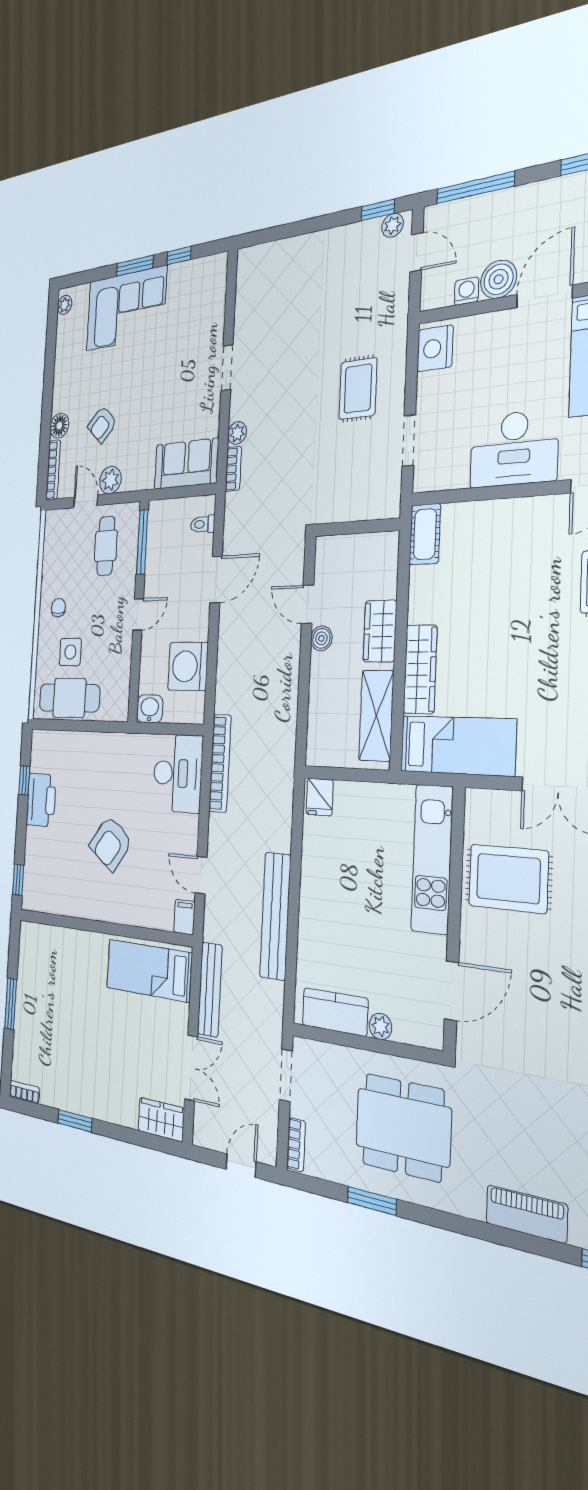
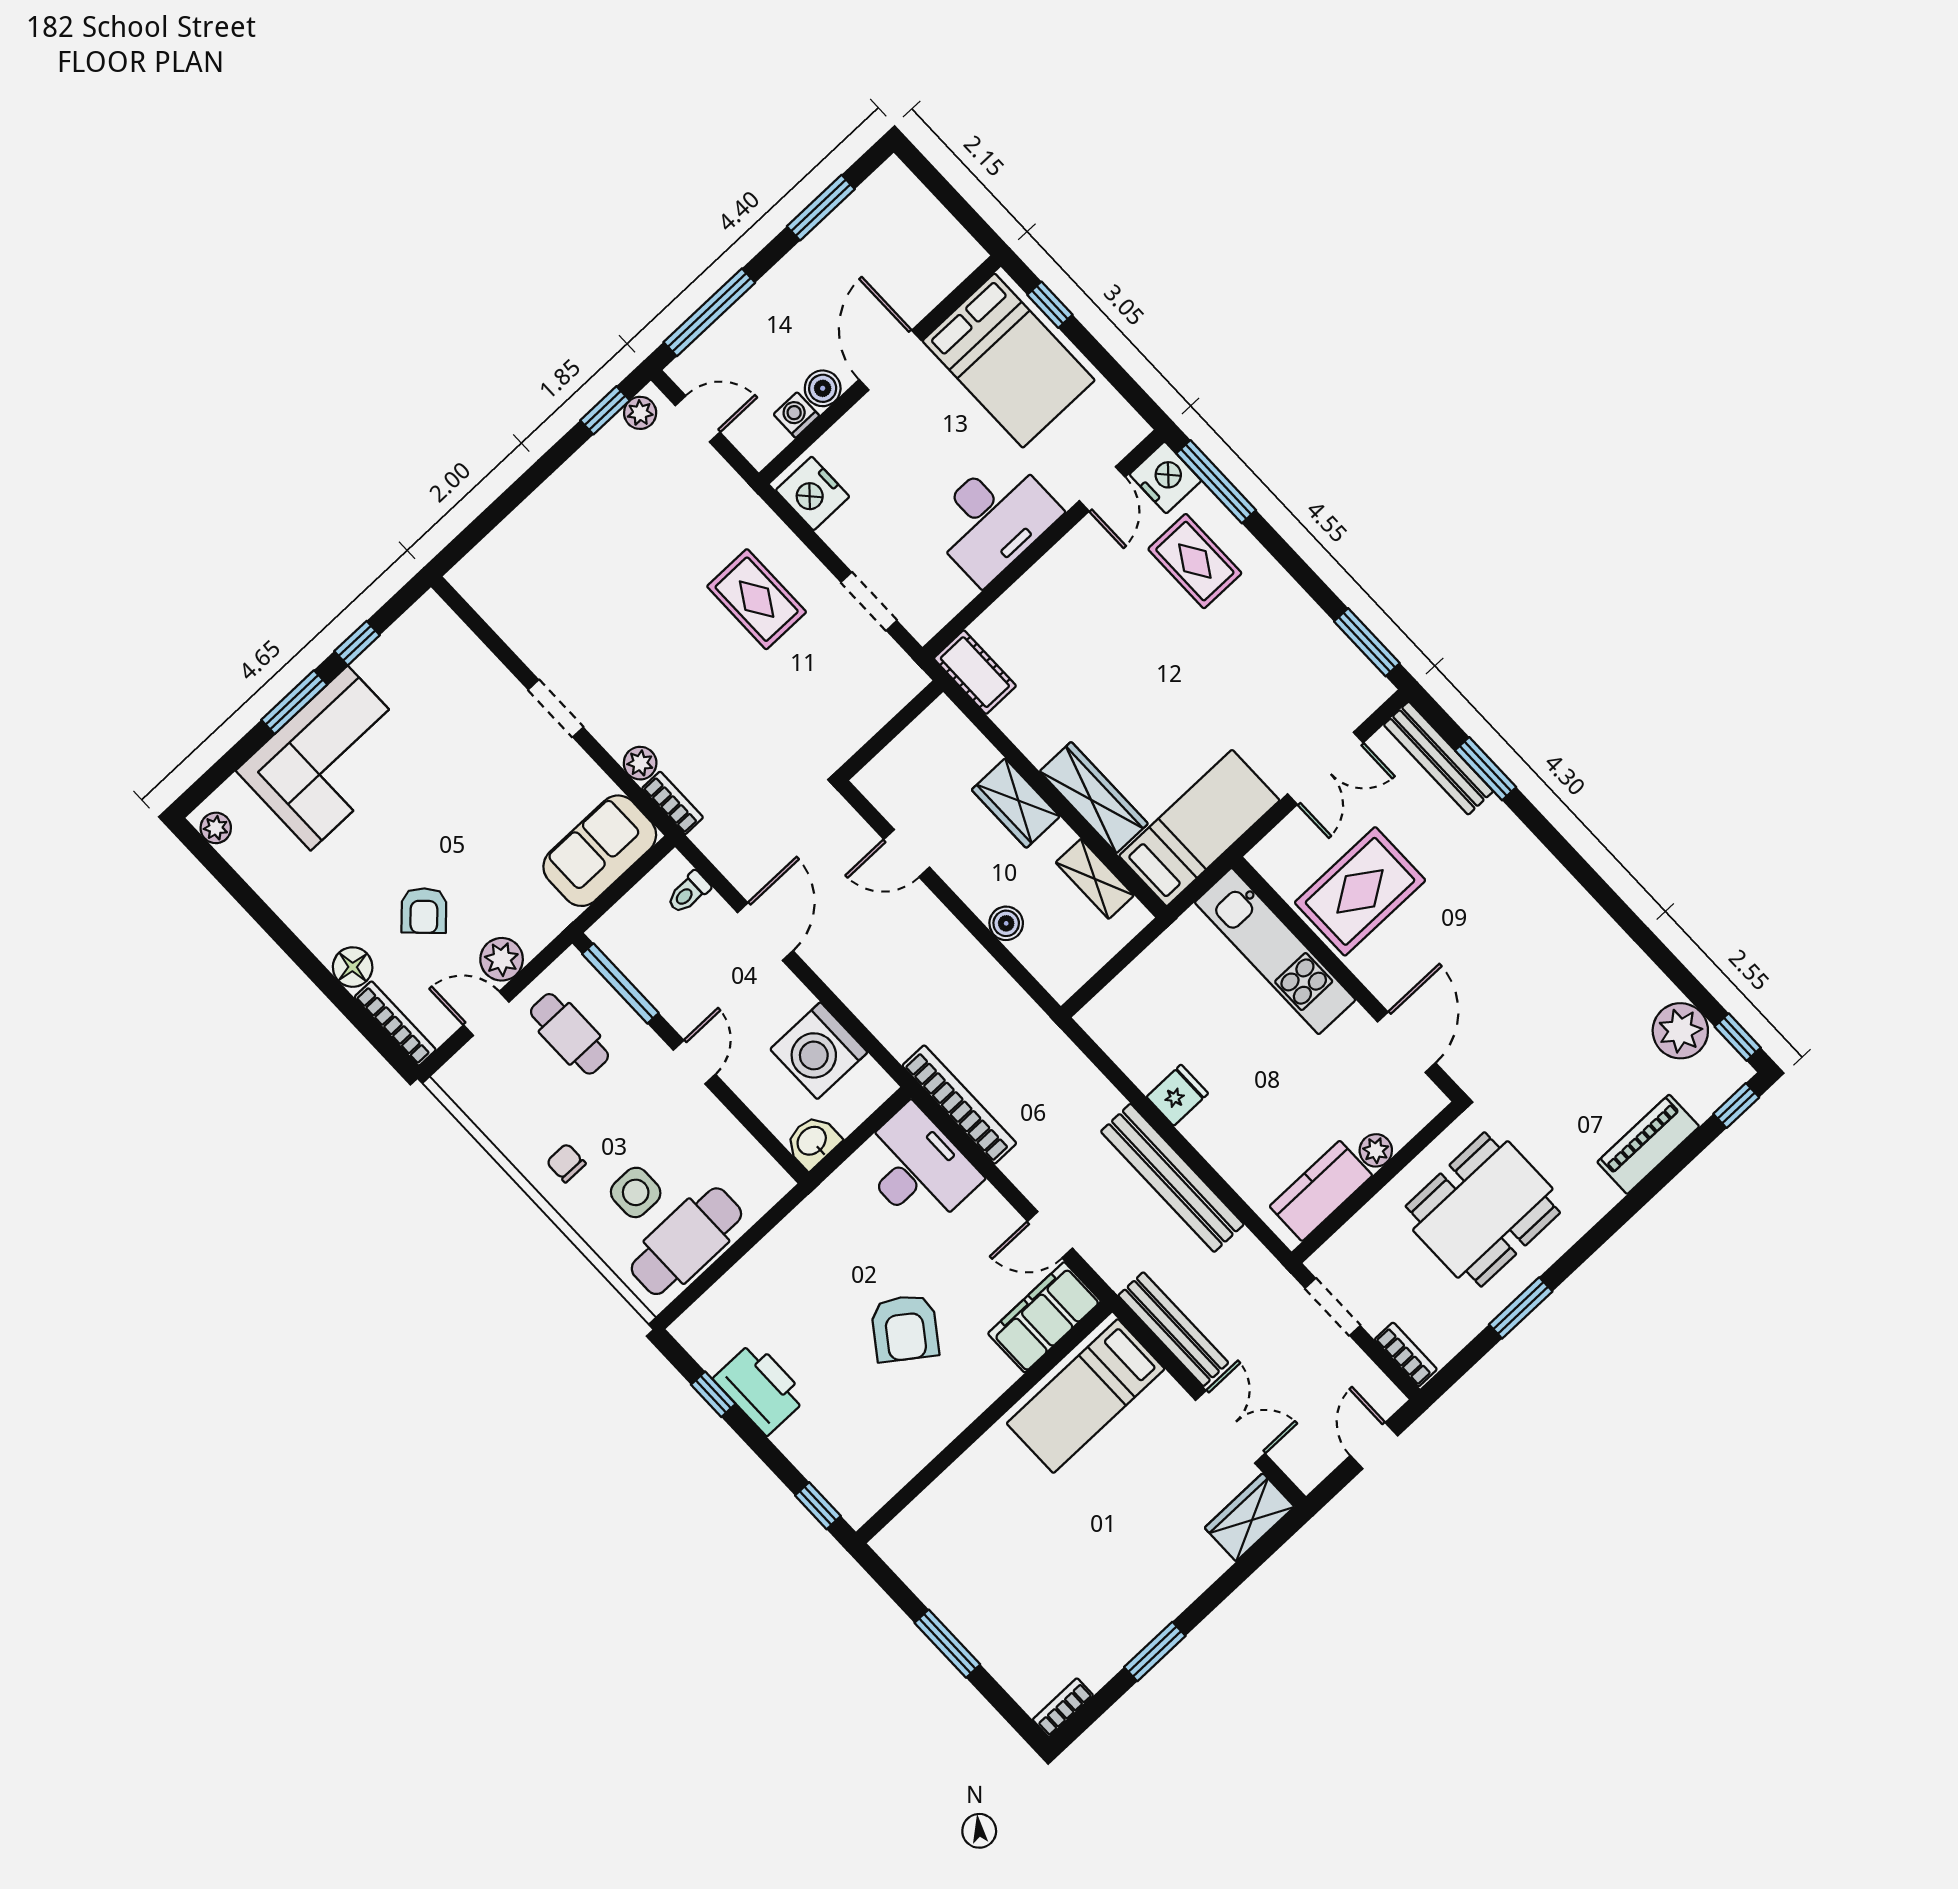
boiler: (499, 279) -> (823, 388), width x0.73, depth x0.73
boiler: (321, 638) -> (1006, 923), moved
shelving: (376, 716) -> (1095, 879), width x0.67, depth x0.75
fridge: (320, 797) -> (1177, 1095), moved, turned -90
filing cabinet: (184, 917) -> (1044, 1317), width x3.00, depth x1.17

